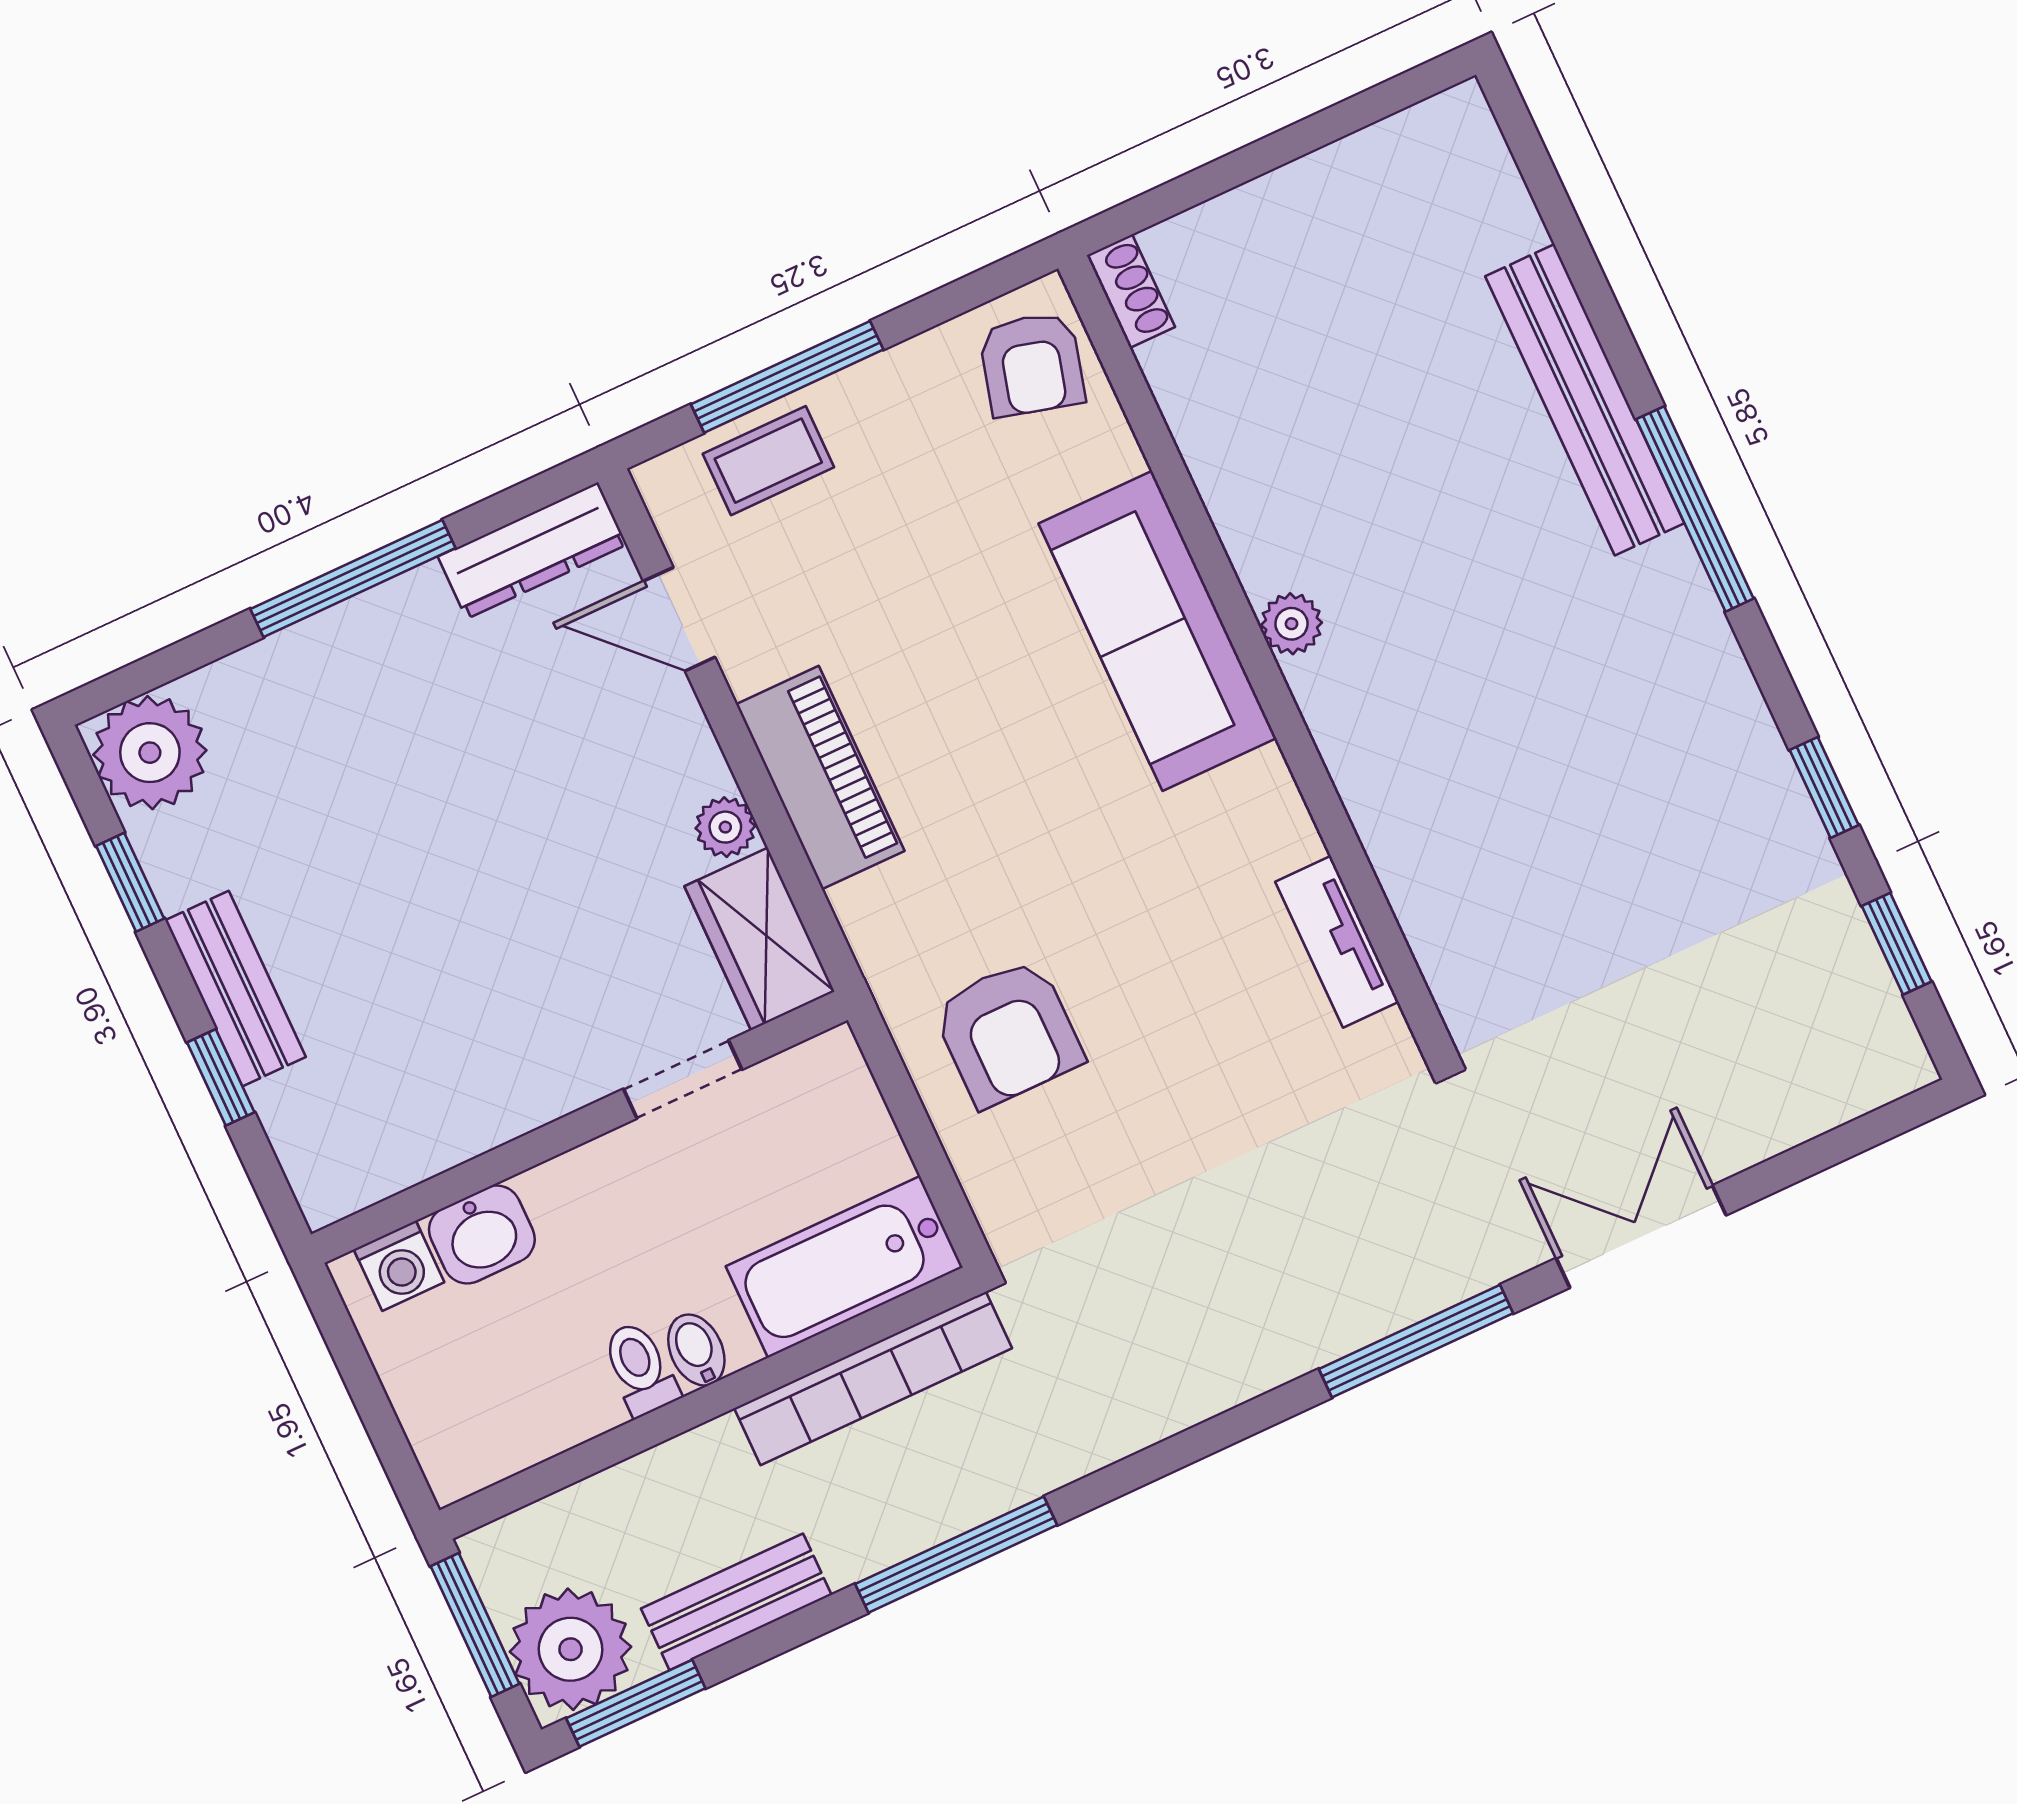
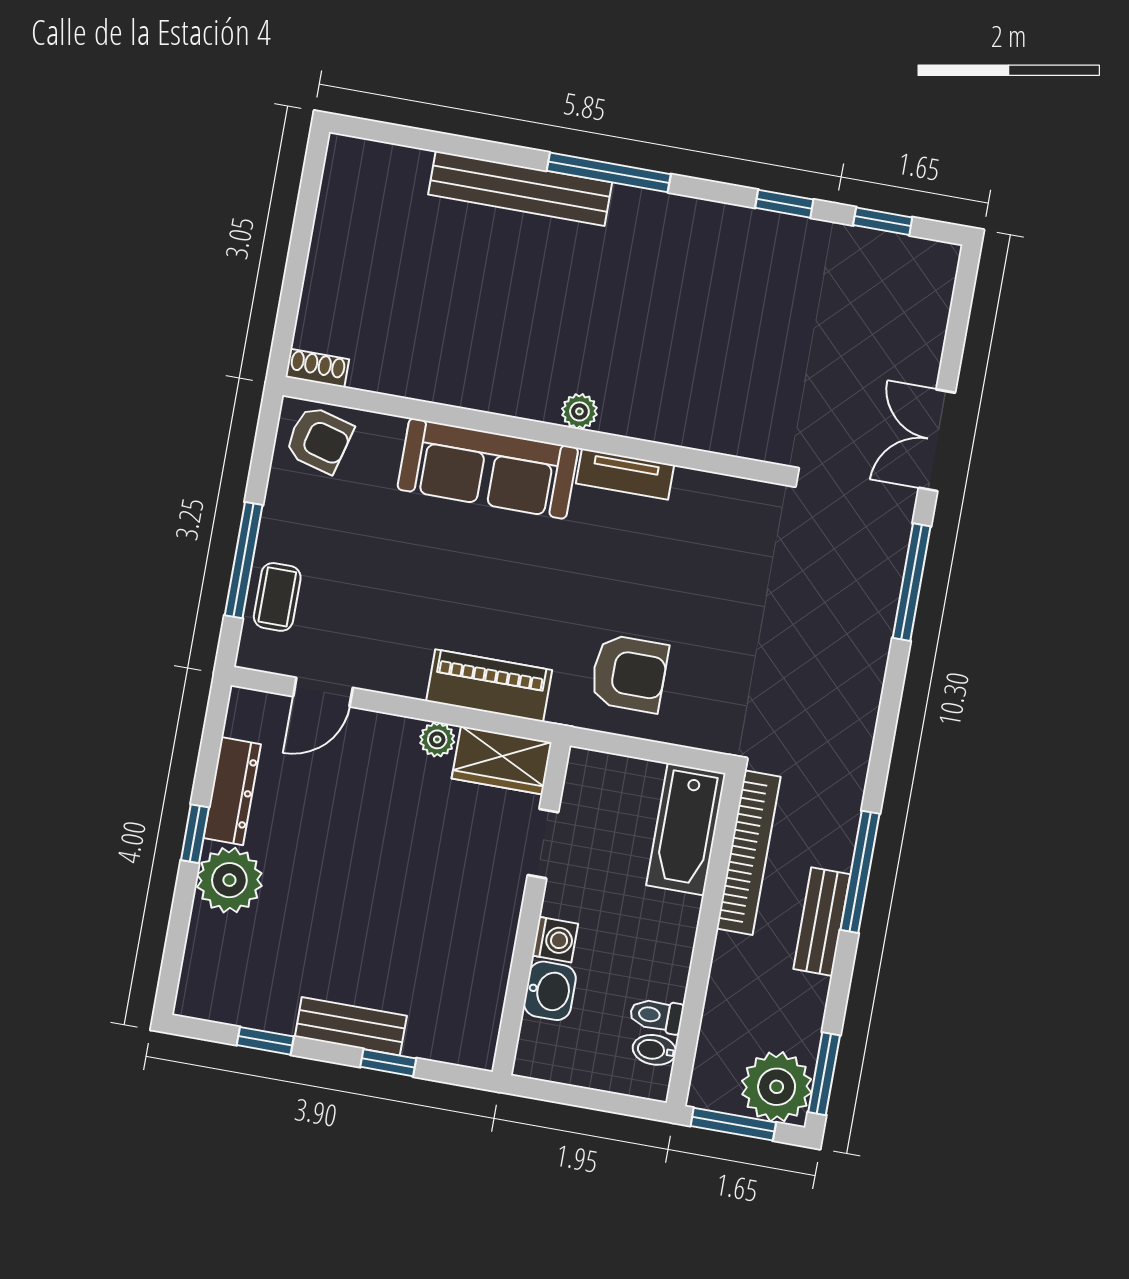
dresser: (532, 551) -> (232, 791), moved
window: (353, 578) -> (195, 834), width x0.46
plant: (1291, 624) -> (579, 411), moved
plant: (150, 753) -> (229, 880), moved
piano: (820, 778) -> (489, 686), moved
tv unit: (1337, 942) -> (625, 474), moved
washing machine: (399, 1266) -> (555, 940), moved
bidet: (696, 1350) -> (654, 1050), moved
toilet: (640, 1369) -> (656, 1016), moved
bench: (736, 1602) -> (822, 922), moved

